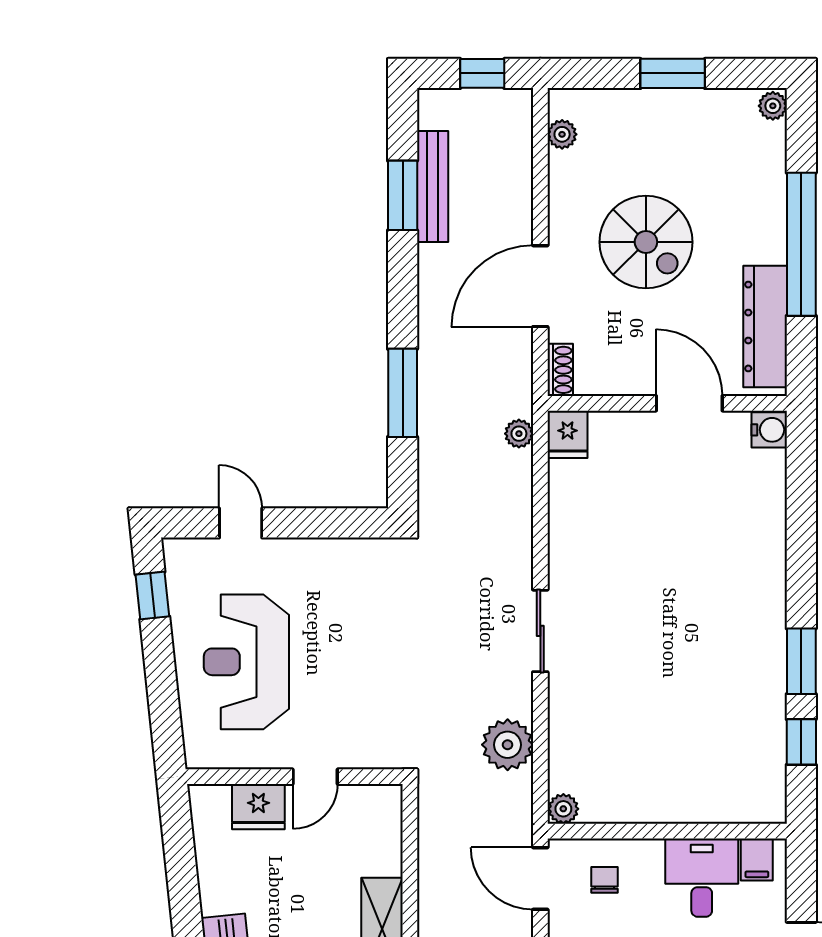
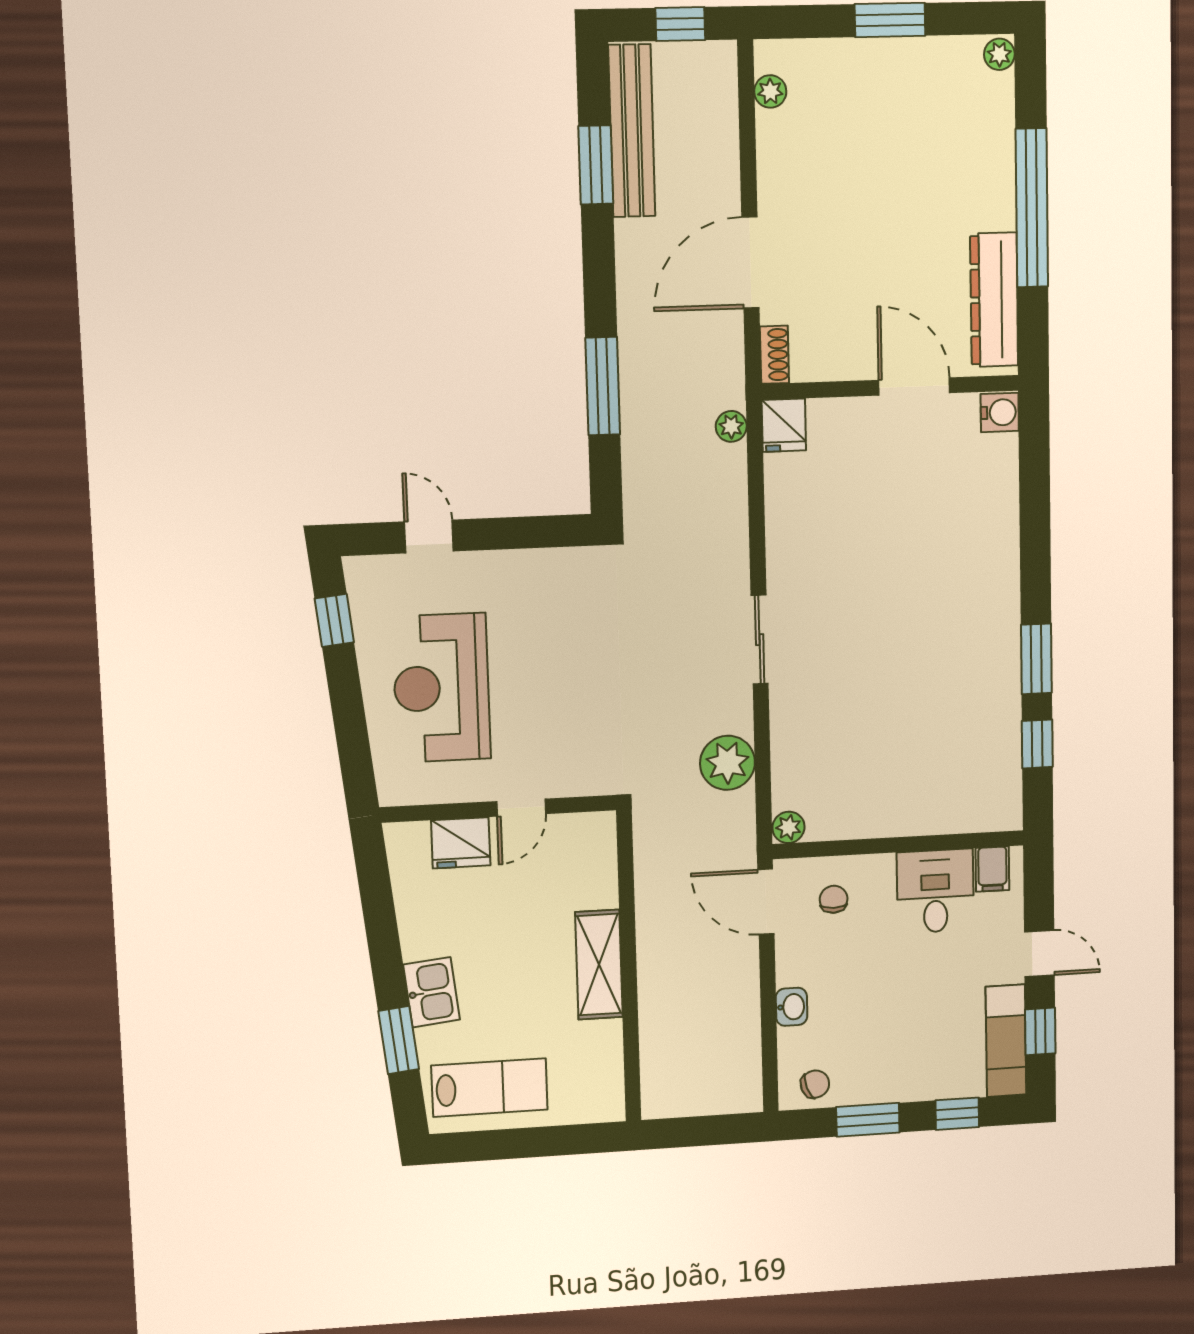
bench: (433, 187) -> (632, 131), width x1.37, depth x1.21
spiral stairs: (646, 242) -> (864, 210), removed

